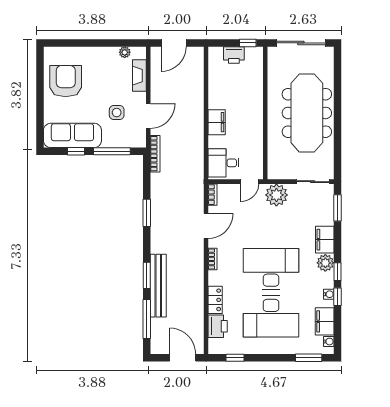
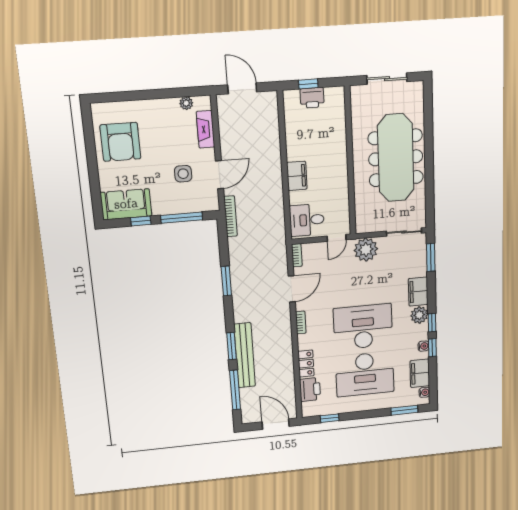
door: (174, 43) -> (242, 88), swing flipped
window: (248, 43) -> (308, 84), moved
sliding door: (301, 43) -> (387, 79), width x0.73
armchair: (66, 81) -> (120, 142), turned 180
sofa: (72, 135) -> (126, 204), width x0.73

